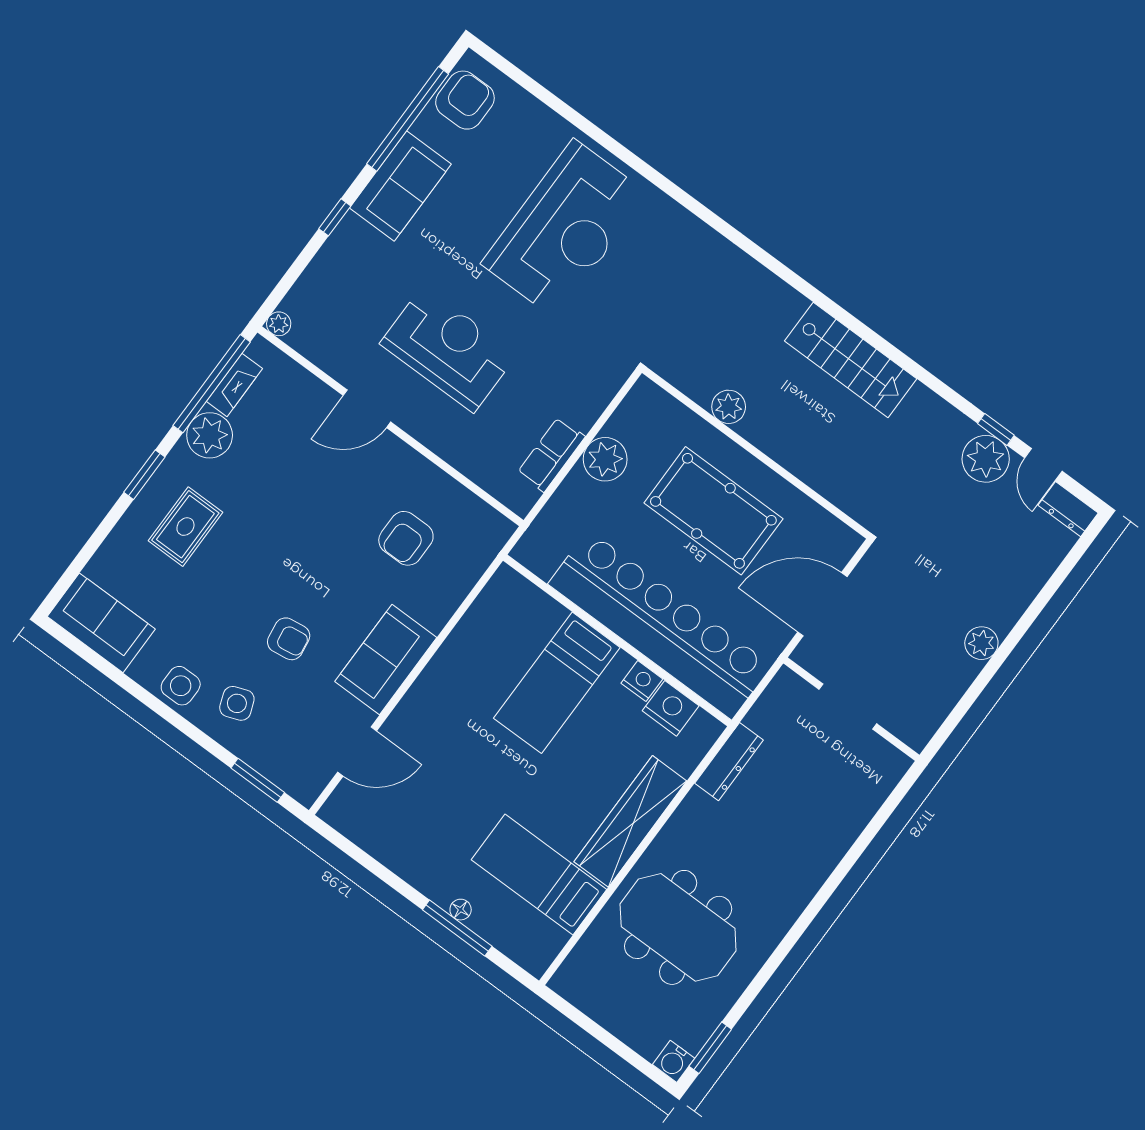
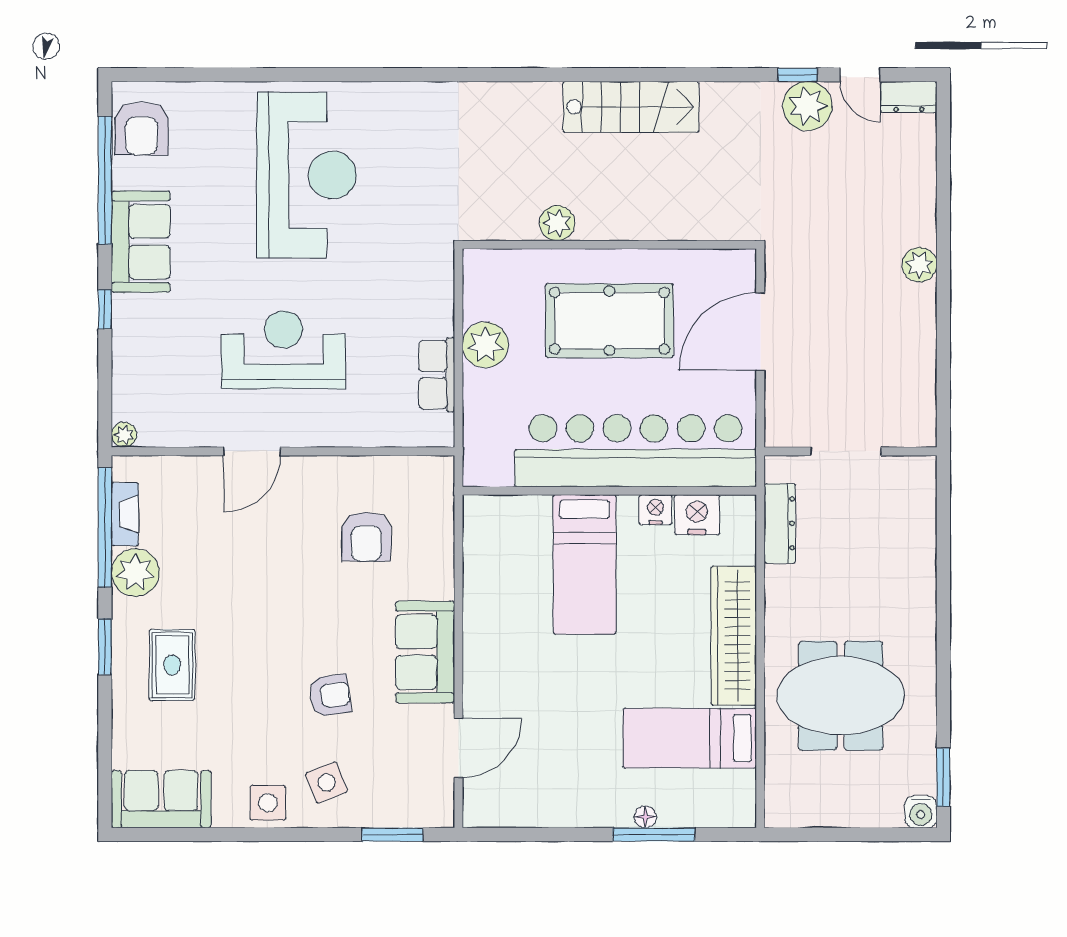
armchair: (465, 100) -> (142, 129), turned 180
doorway: (848, 706) -> (846, 451), moved
wall: (851, 709) -> (850, 451), moved

